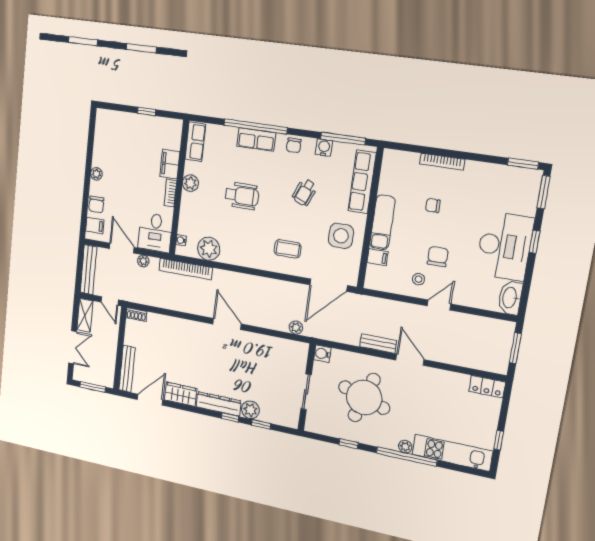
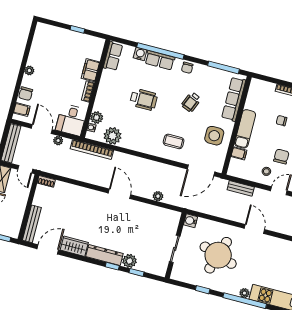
water cooler: (324, 148) -> (140, 54), moved
plant: (190, 183) -> (97, 118), moved
plant: (296, 328) -> (158, 196), moved
bench: (378, 344) -> (241, 188), moved

